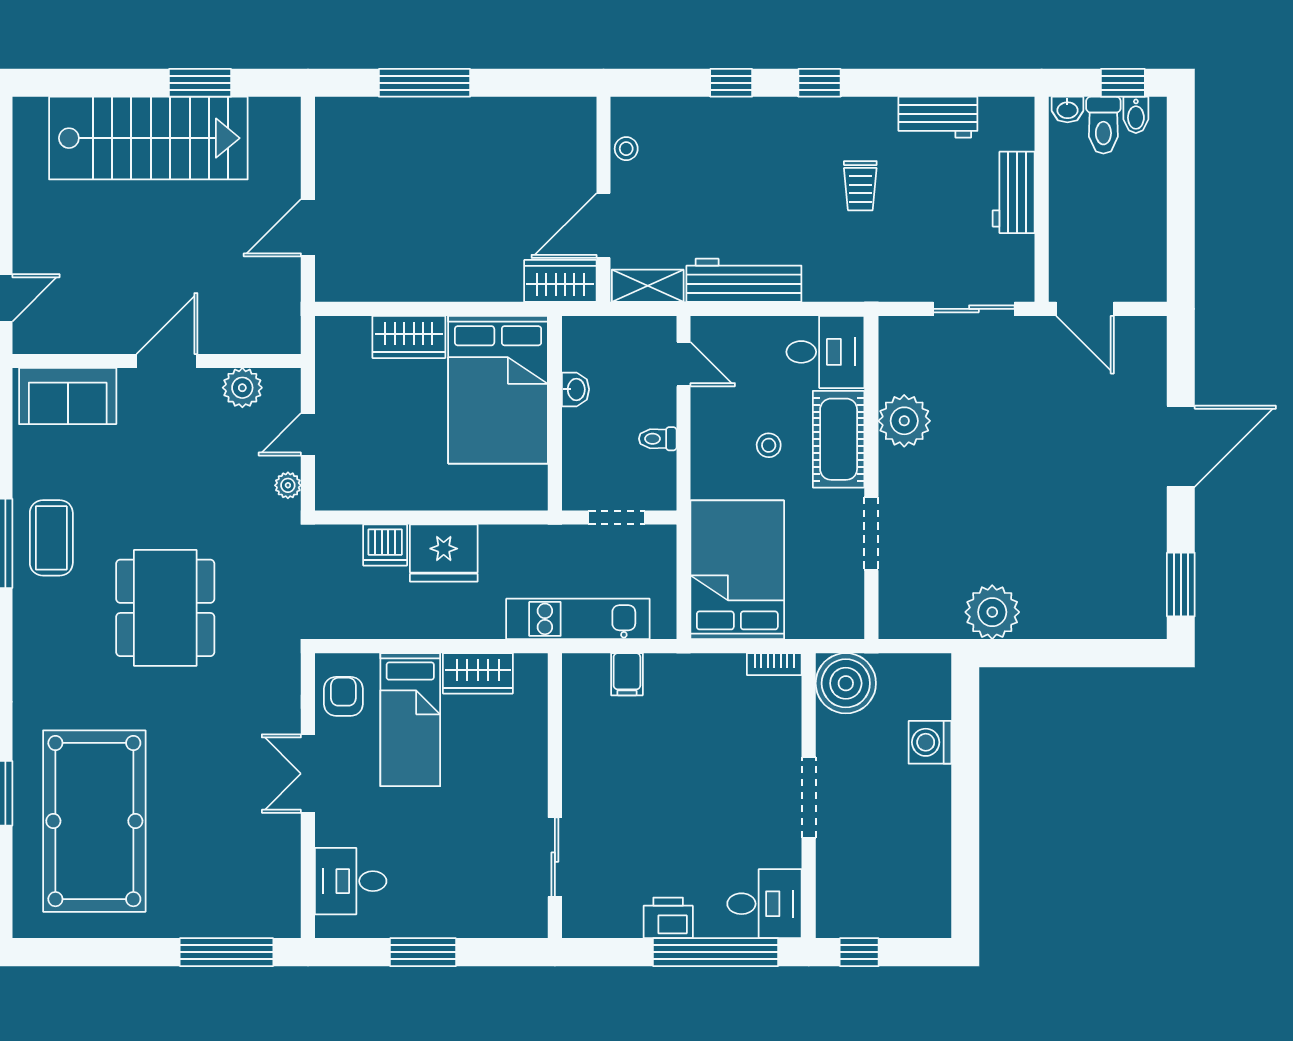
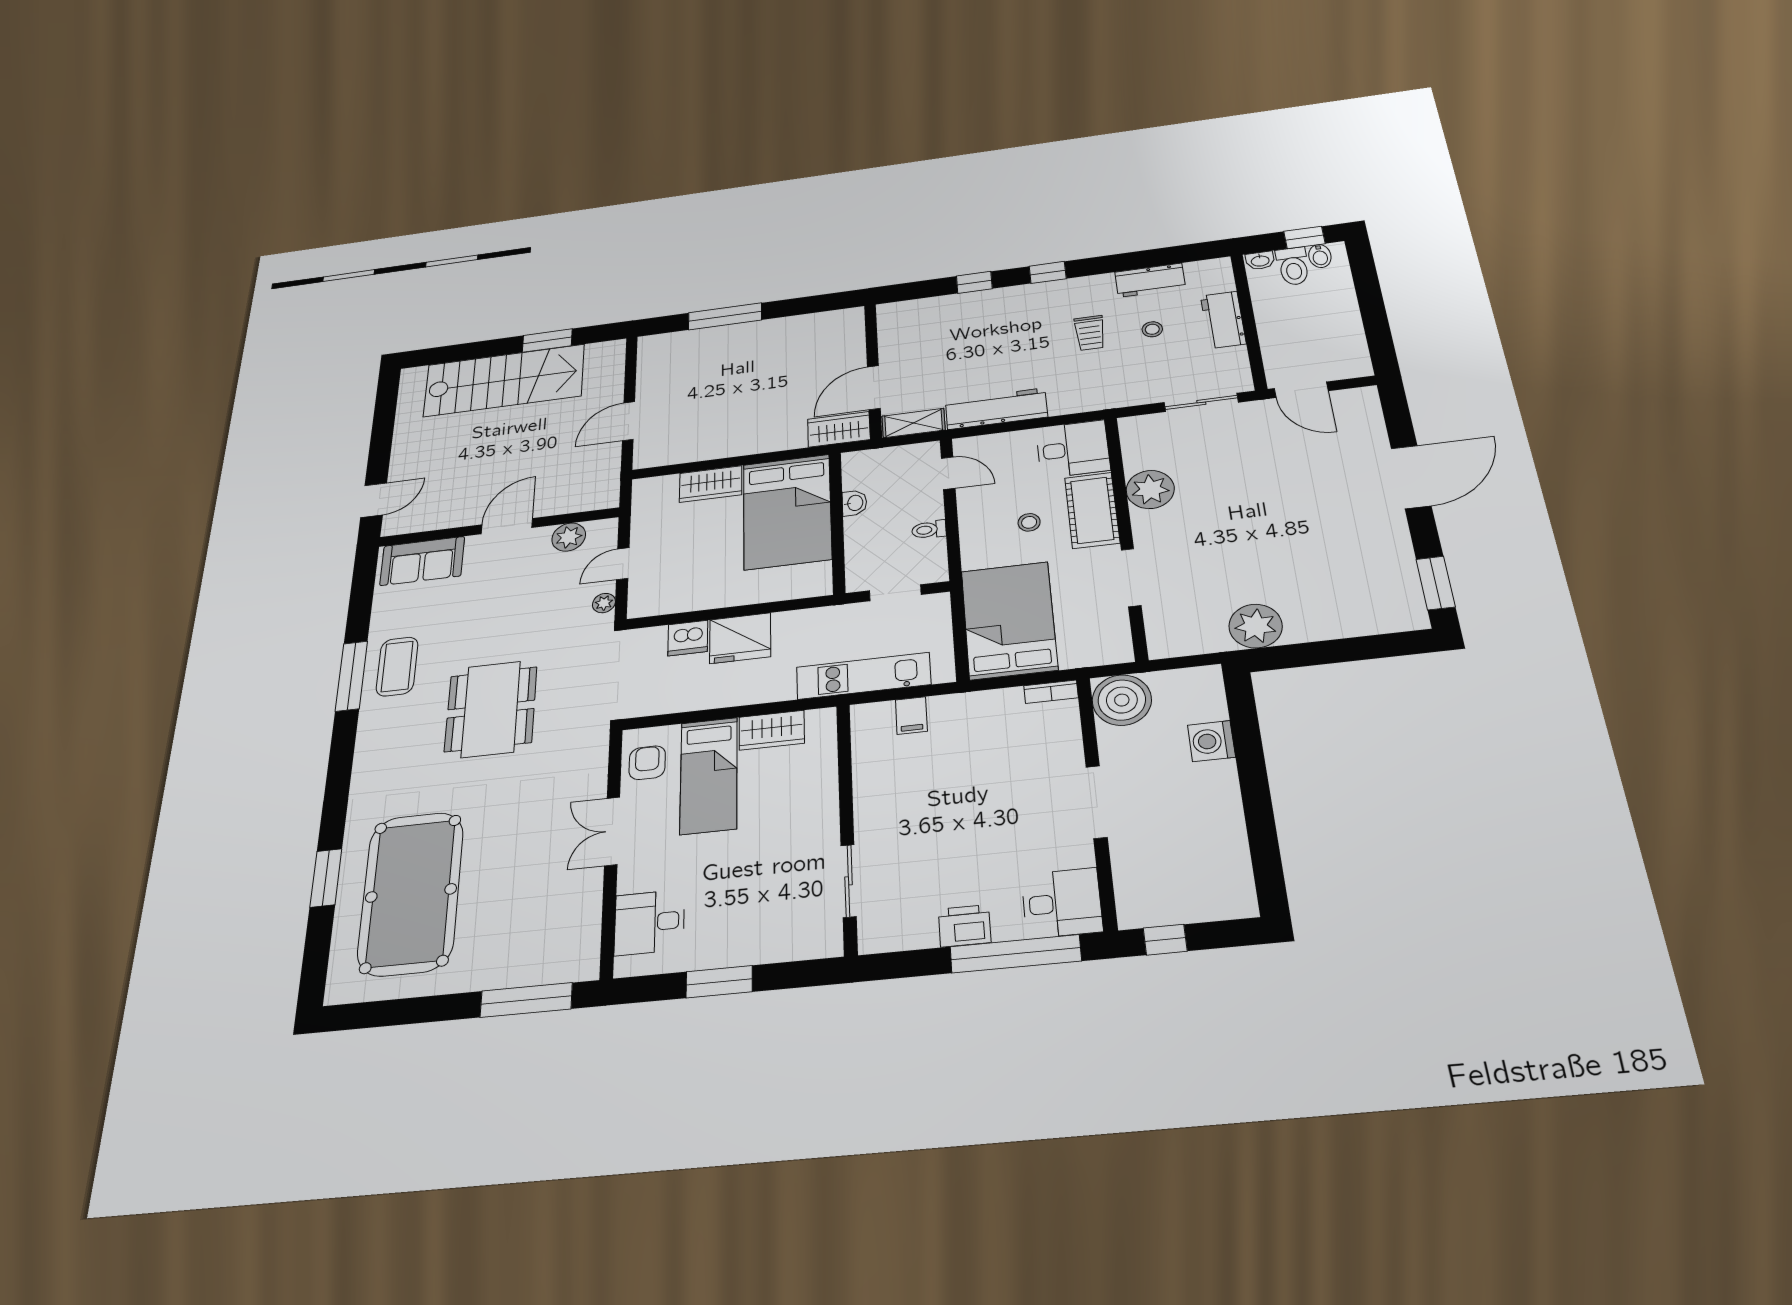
stool: (626, 149) -> (1152, 329), moved

